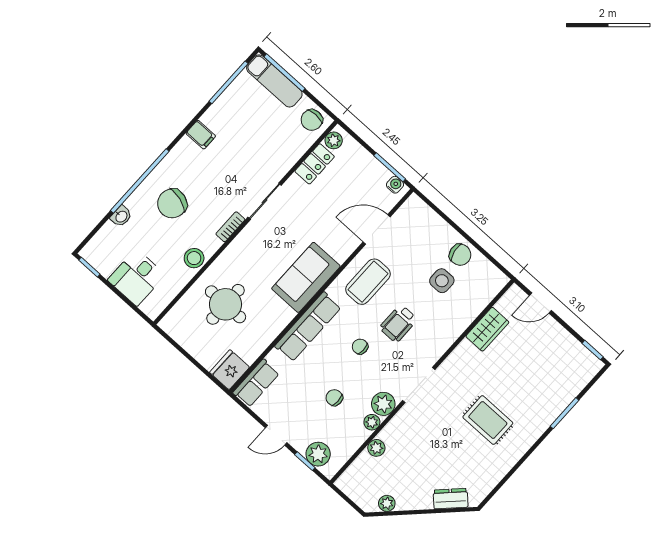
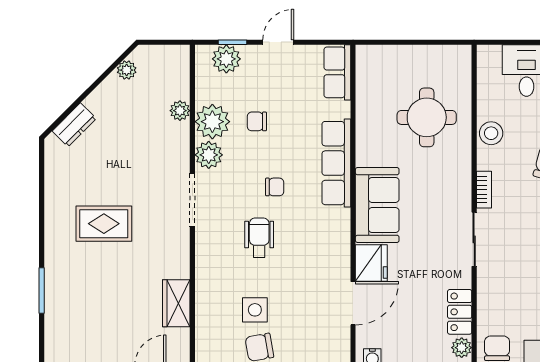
coffee table: (368, 282) -> (319, 250), removed
fridge: (230, 370) -> (371, 263), moved
chair: (334, 398) -> (257, 121), turned 180
plant: (372, 422) -> (212, 122), width x1.88, depth x1.88

